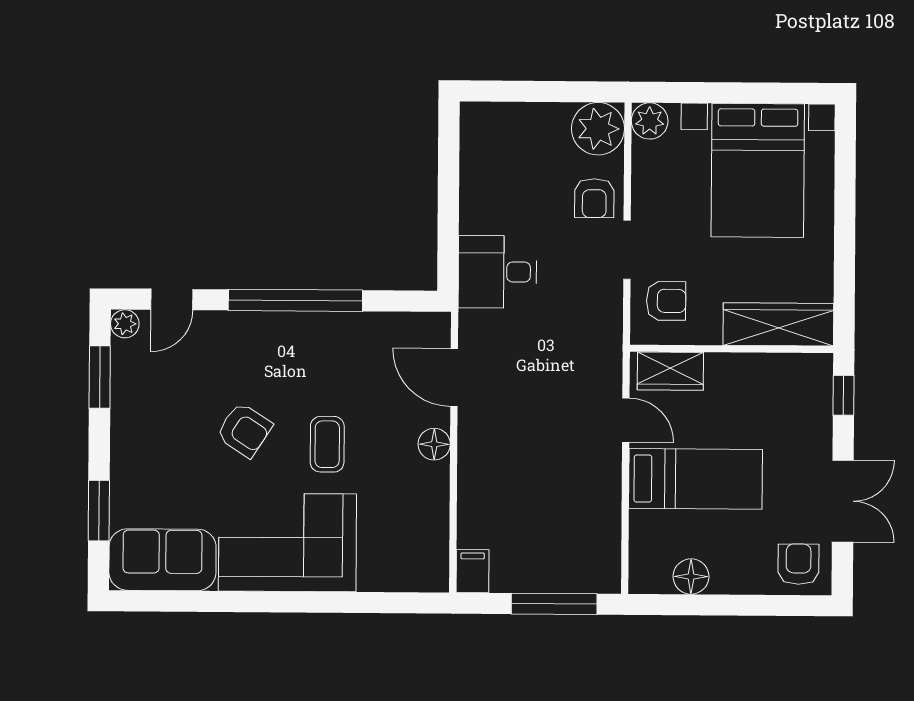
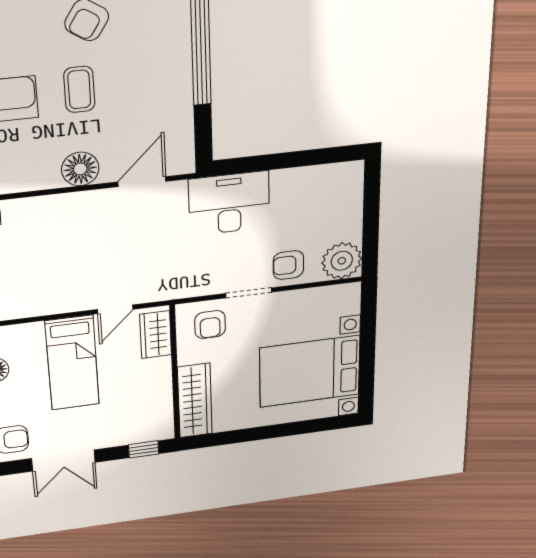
plant: (650, 121) -> (347, 295), removed
desk: (497, 272) -> (229, 203), width x1.37
coffee table: (327, 444) -> (79, 89), turned 90
floor lamp: (434, 444) -> (80, 169), width x1.38, depth x1.38

